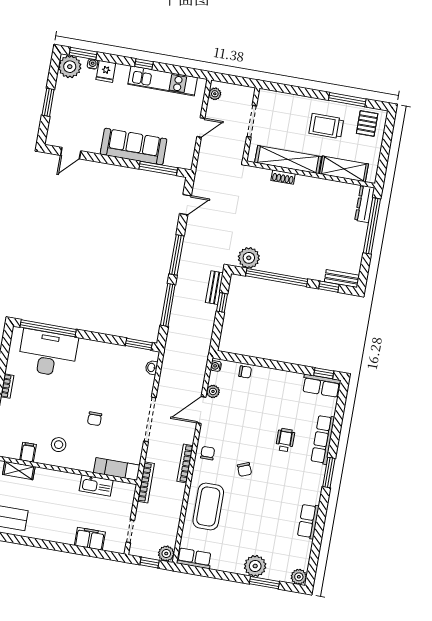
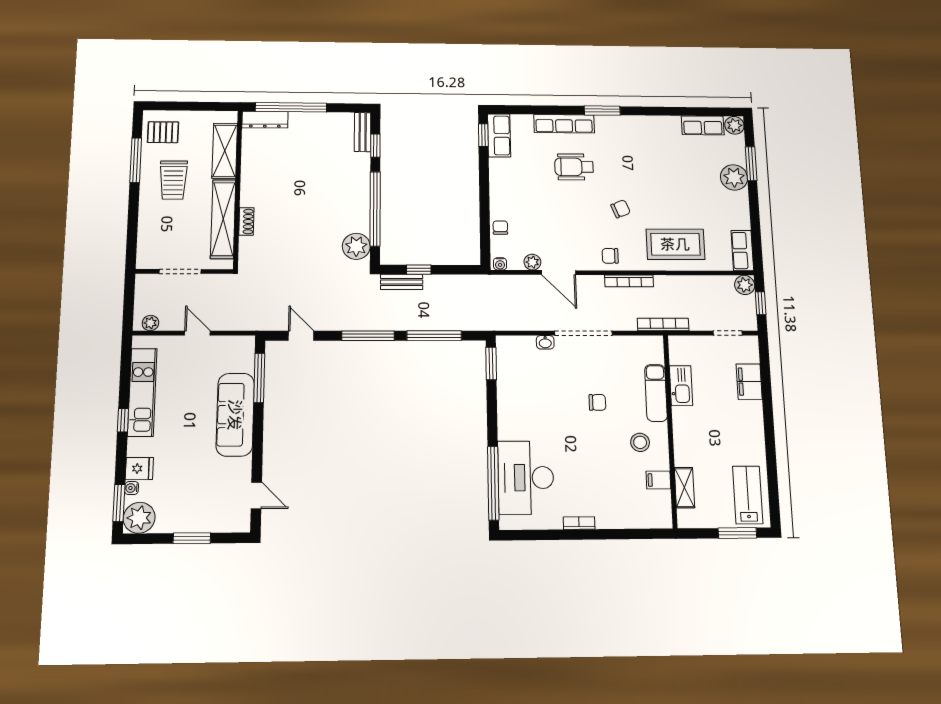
washbasin: (152, 368) -> (545, 342), moved
wheelchair: (285, 440) -> (574, 167), width x1.36, depth x1.37
exam couch: (117, 469) -> (656, 393), moved
row of seats: (308, 521) -> (703, 125), moved

